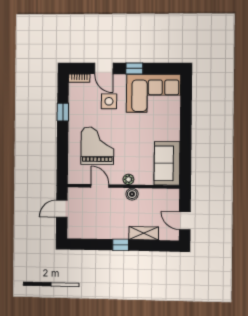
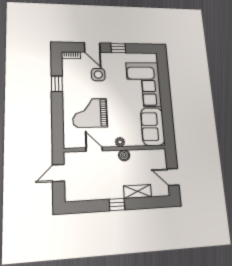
corner sofa: (153, 93) -> (144, 85), moved, turned 90
grand piano: (97, 146) -> (90, 113), turned -90

